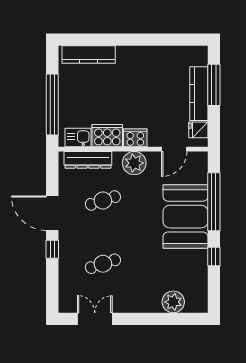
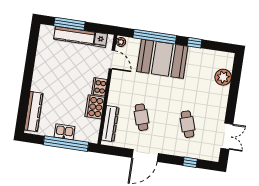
kitchen sink: (78, 137) -> (65, 132), moved, turned 90
plant: (134, 163) -> (121, 42), moved, width x0.53, depth x0.53
window: (52, 249) -> (190, 162), moved
double door: (95, 319) -> (227, 136), swing flipped

